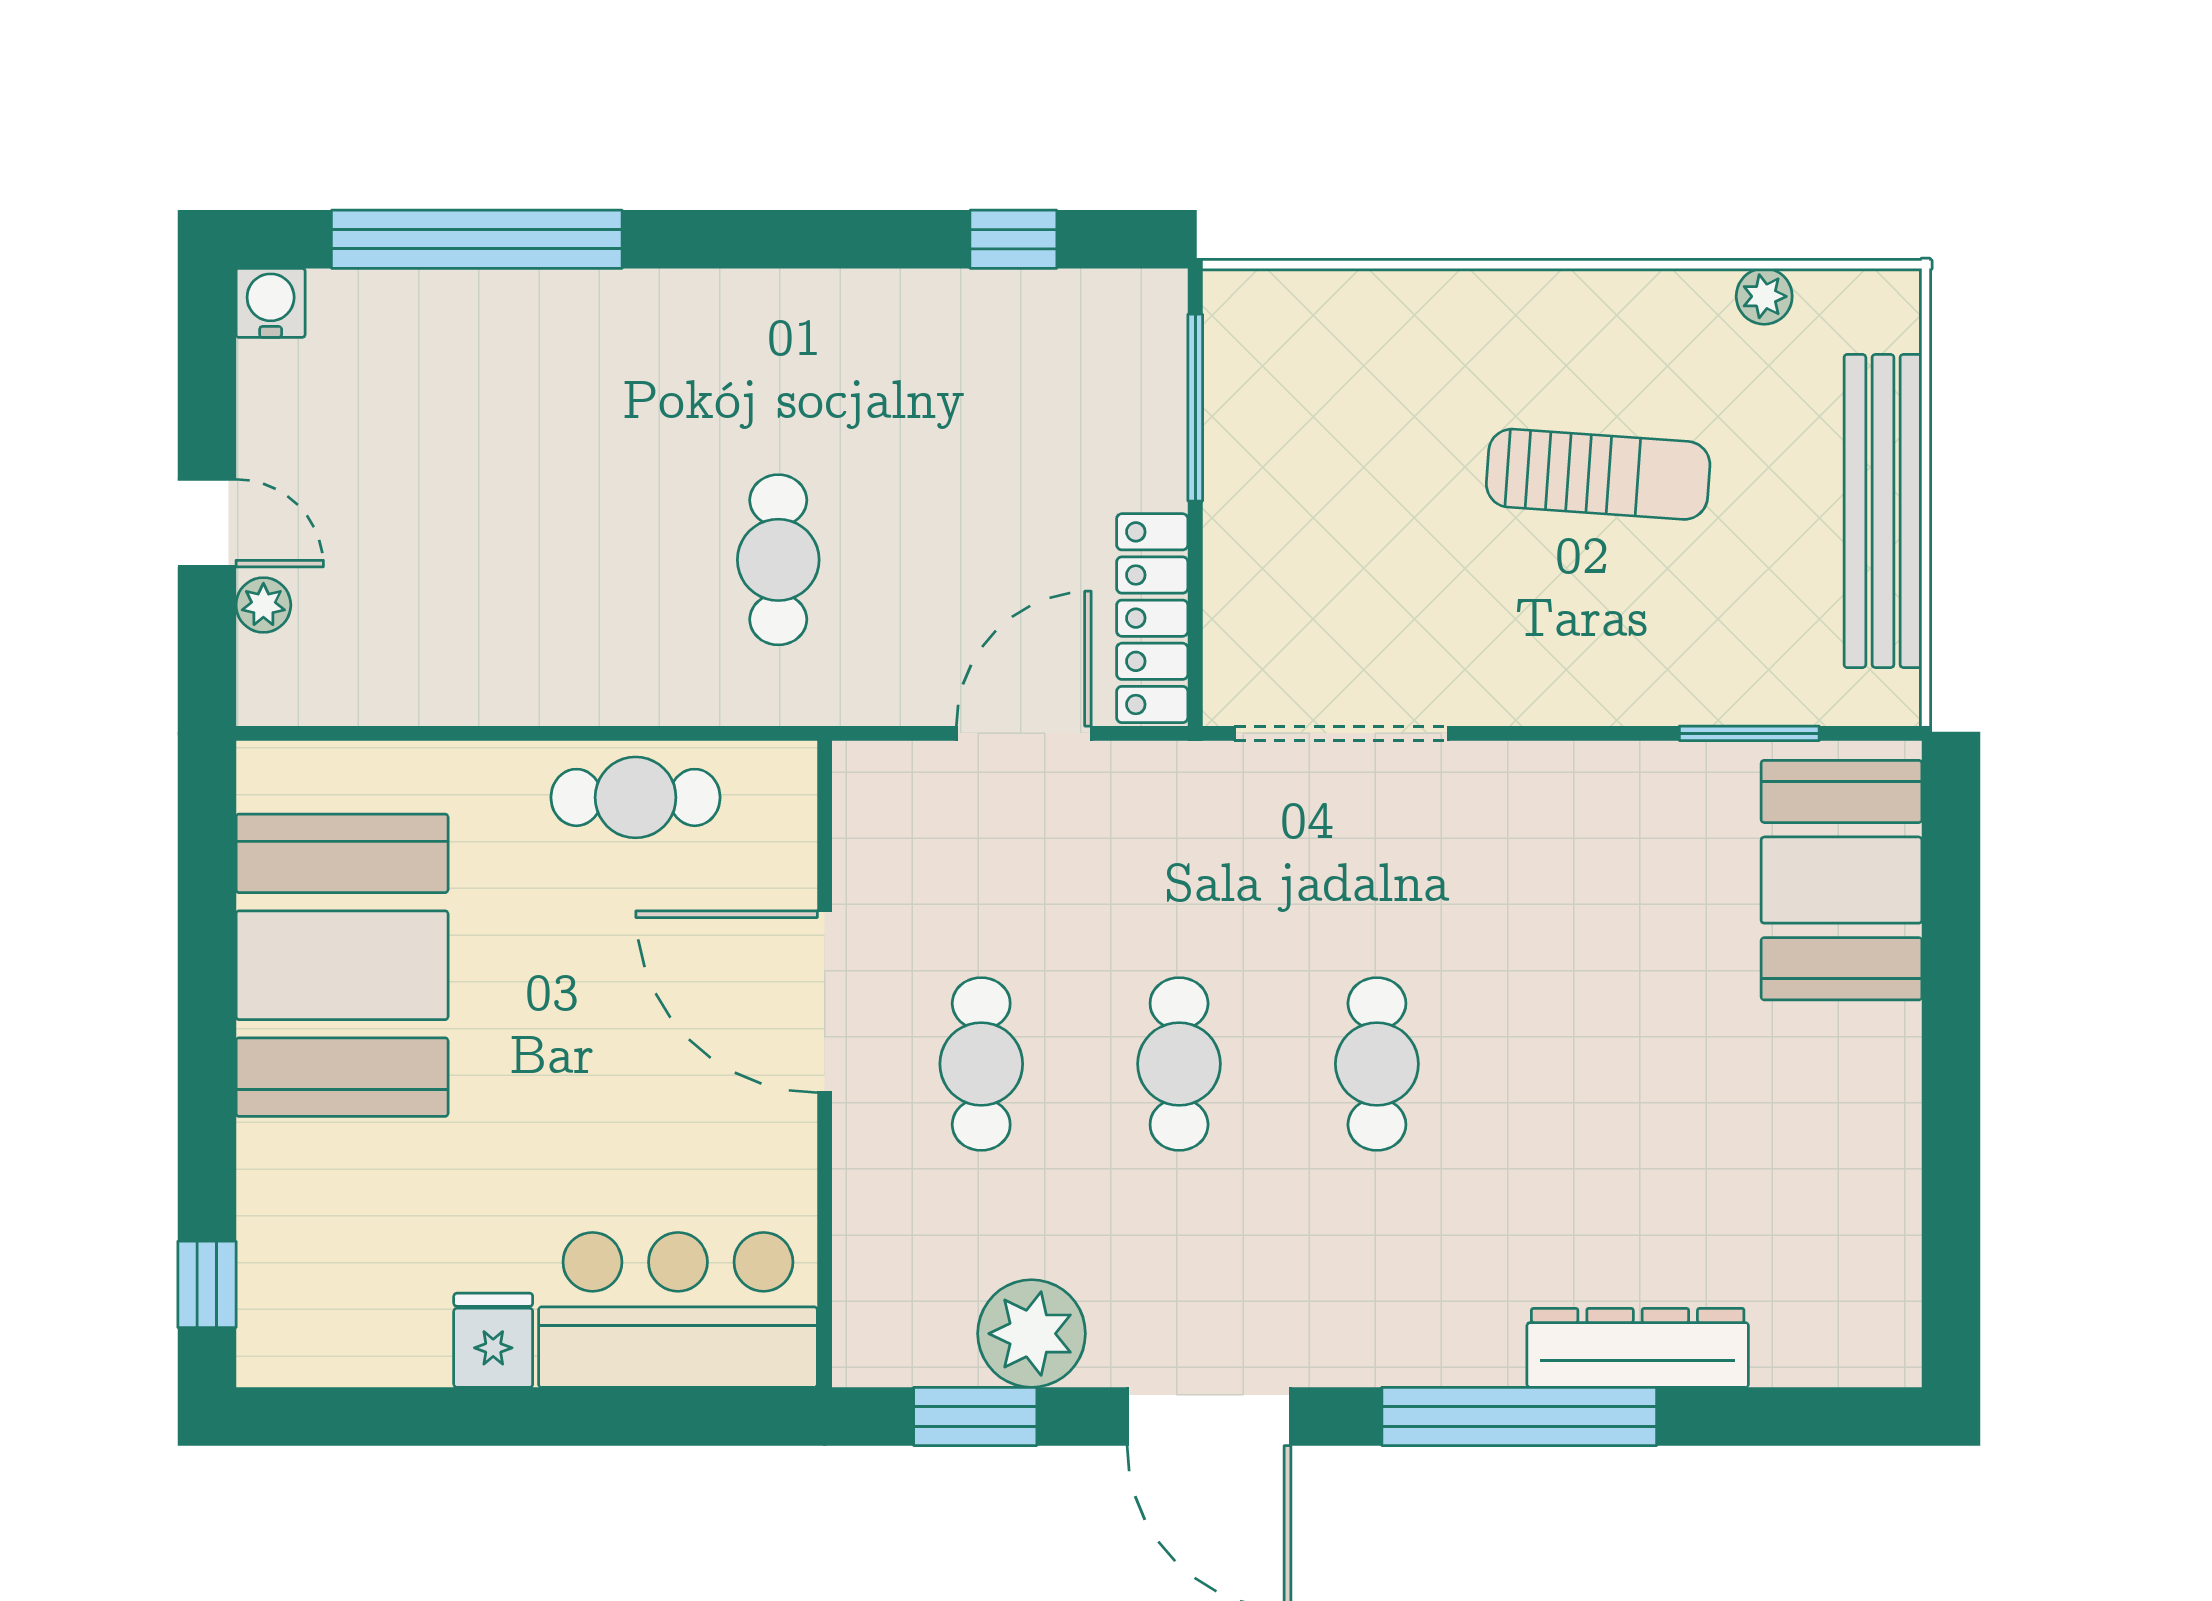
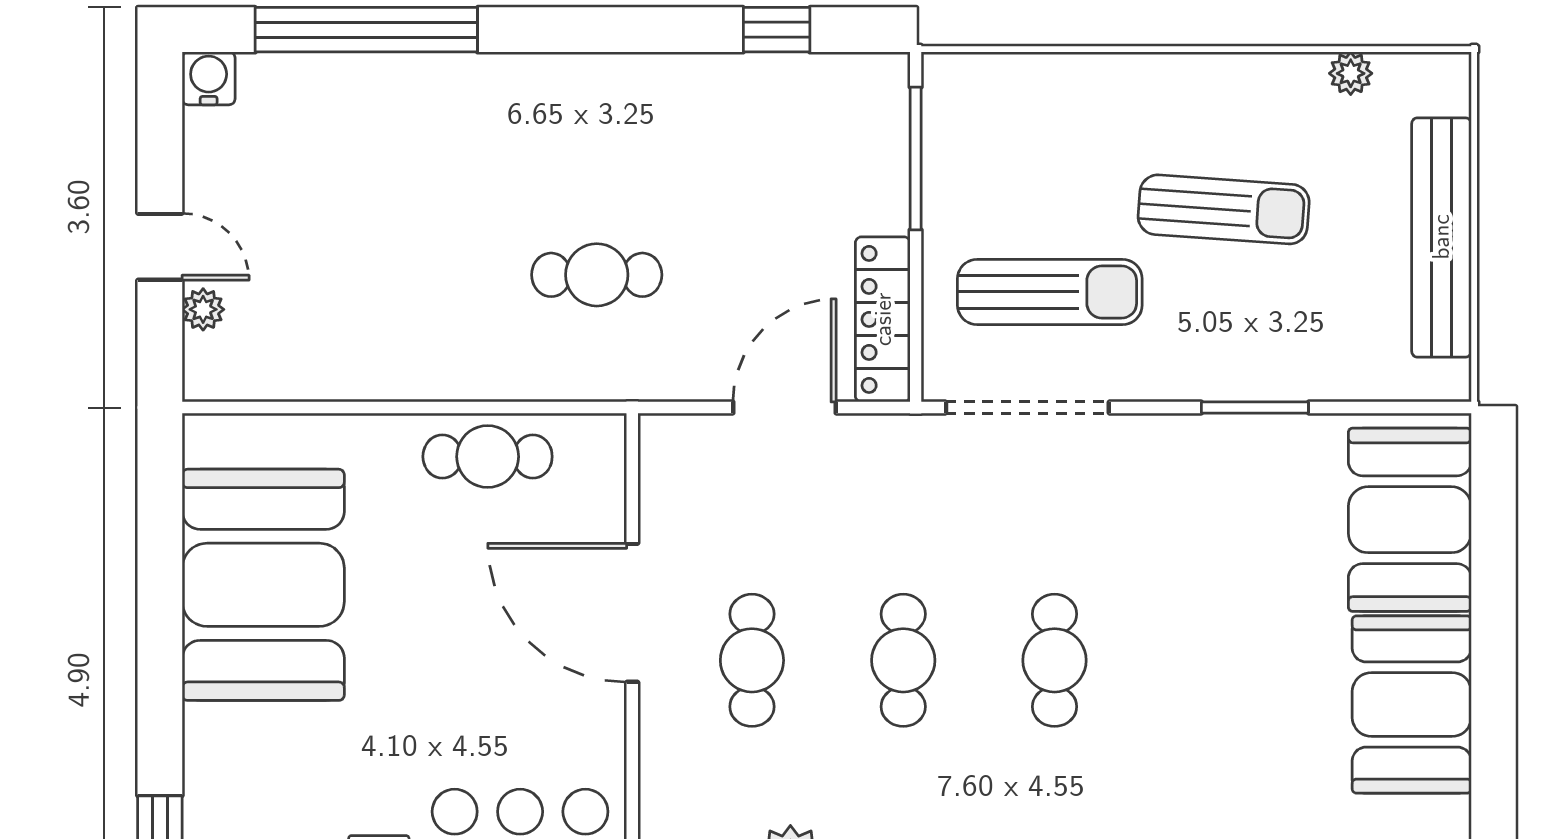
cafe table: (778, 560) -> (597, 275), turned 90
sun lounger: (1371, 582) -> (1050, 292), added
window: (1749, 733) -> (1255, 408), moved
booth: (1844, 1122) -> (1412, 704), added

